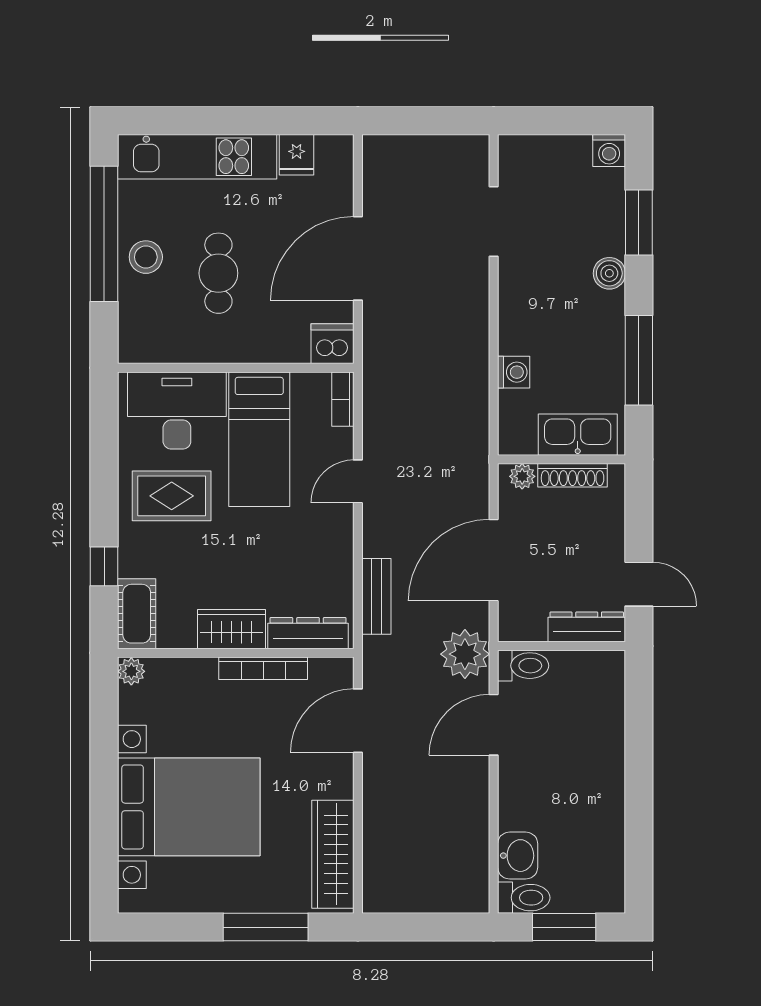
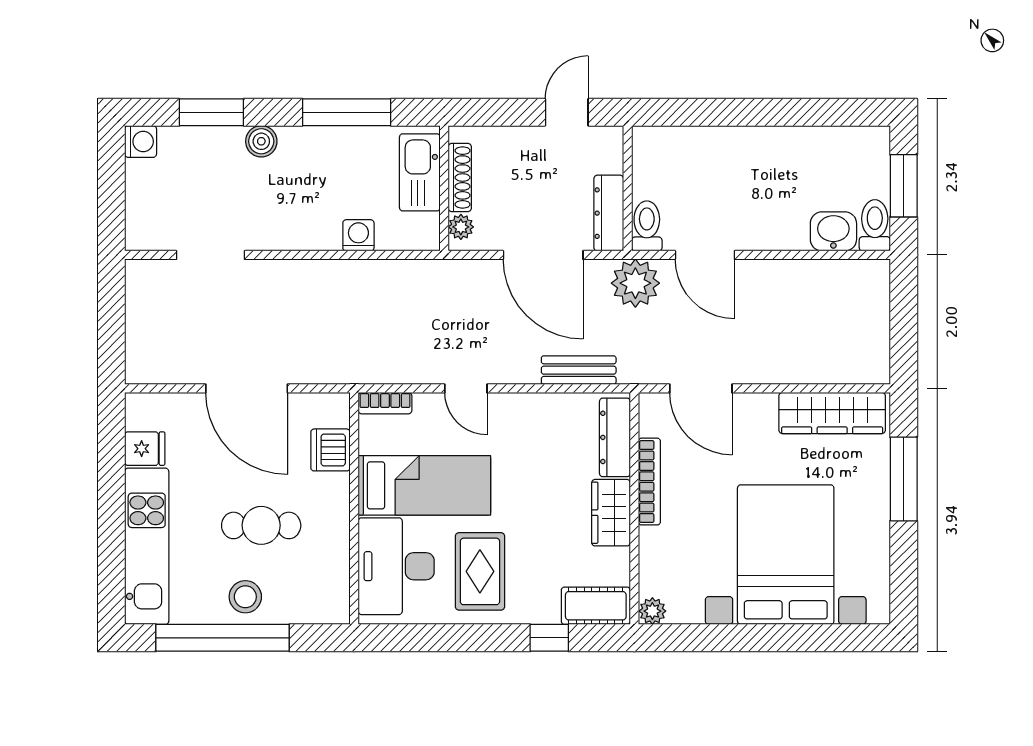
dishwasher: (332, 344) -> (330, 450), moved
dresser: (587, 627) -> (609, 213), moved

